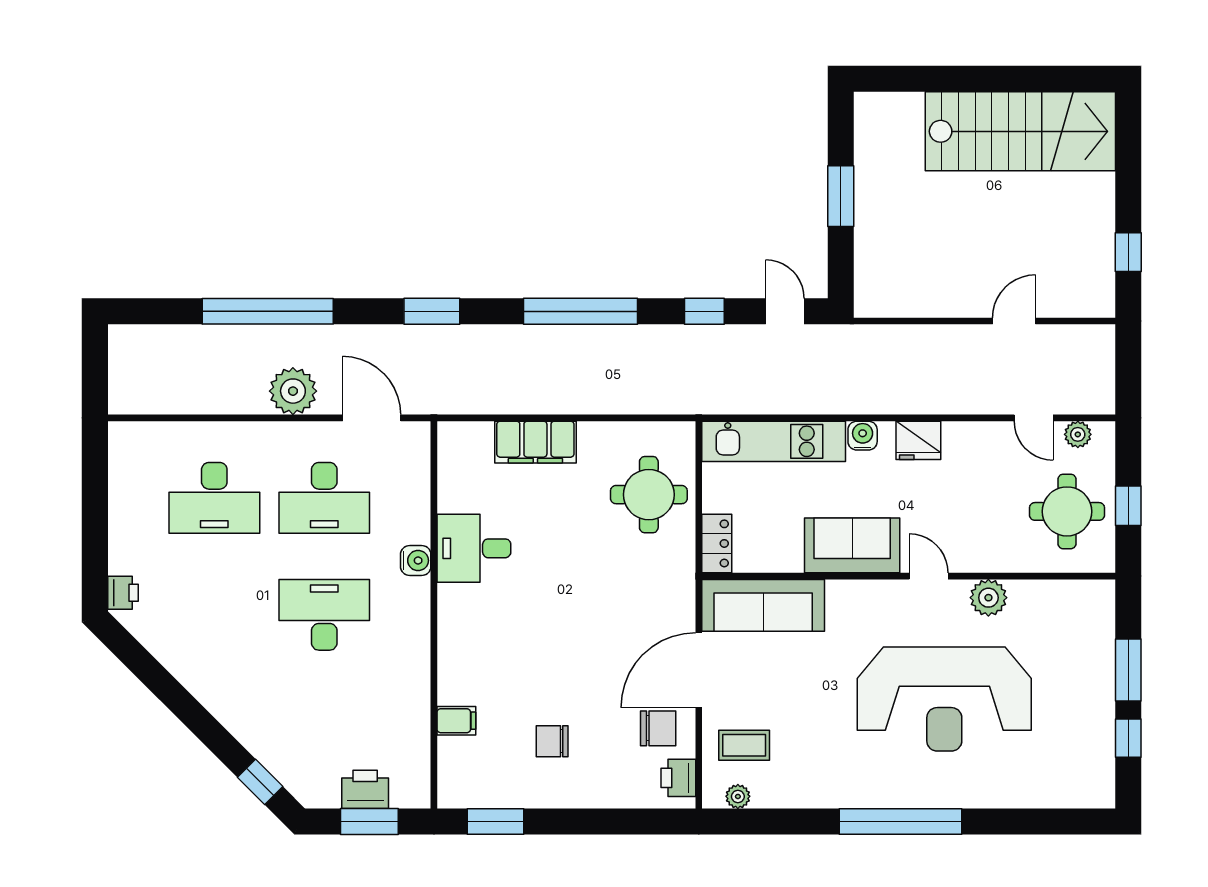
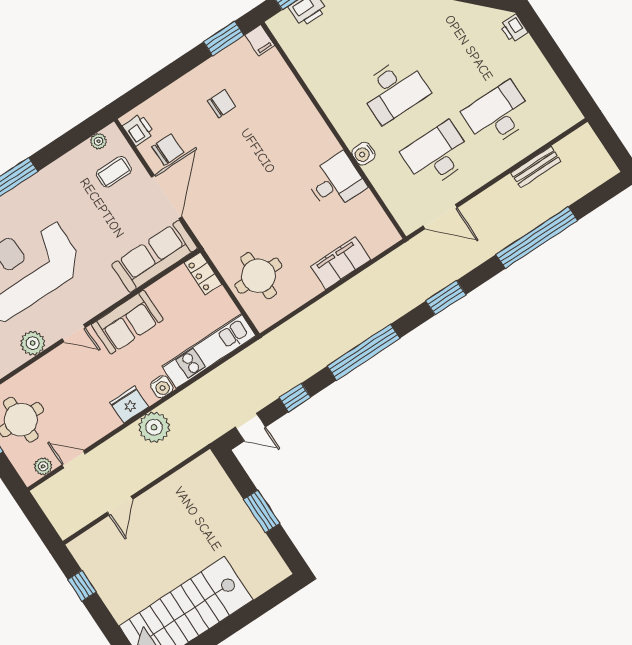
plant: (293, 391) -> (154, 427), moved
bench: (211, 401) -> (536, 167), added
filing cabinet: (456, 721) -> (260, 40), moved, turned -90
chair: (658, 728) -> (168, 150), turned 180

